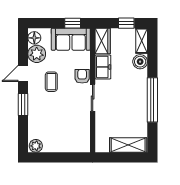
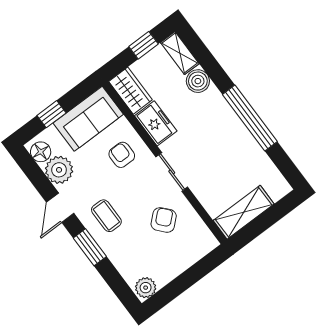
window: (73, 23) -> (52, 114), moved
armchair: (82, 76) -> (122, 155), moved
coffee table: (51, 82) -> (106, 216), moved
armchair: (70, 119) -> (164, 220), added
shelving: (128, 145) -> (244, 212), moved

